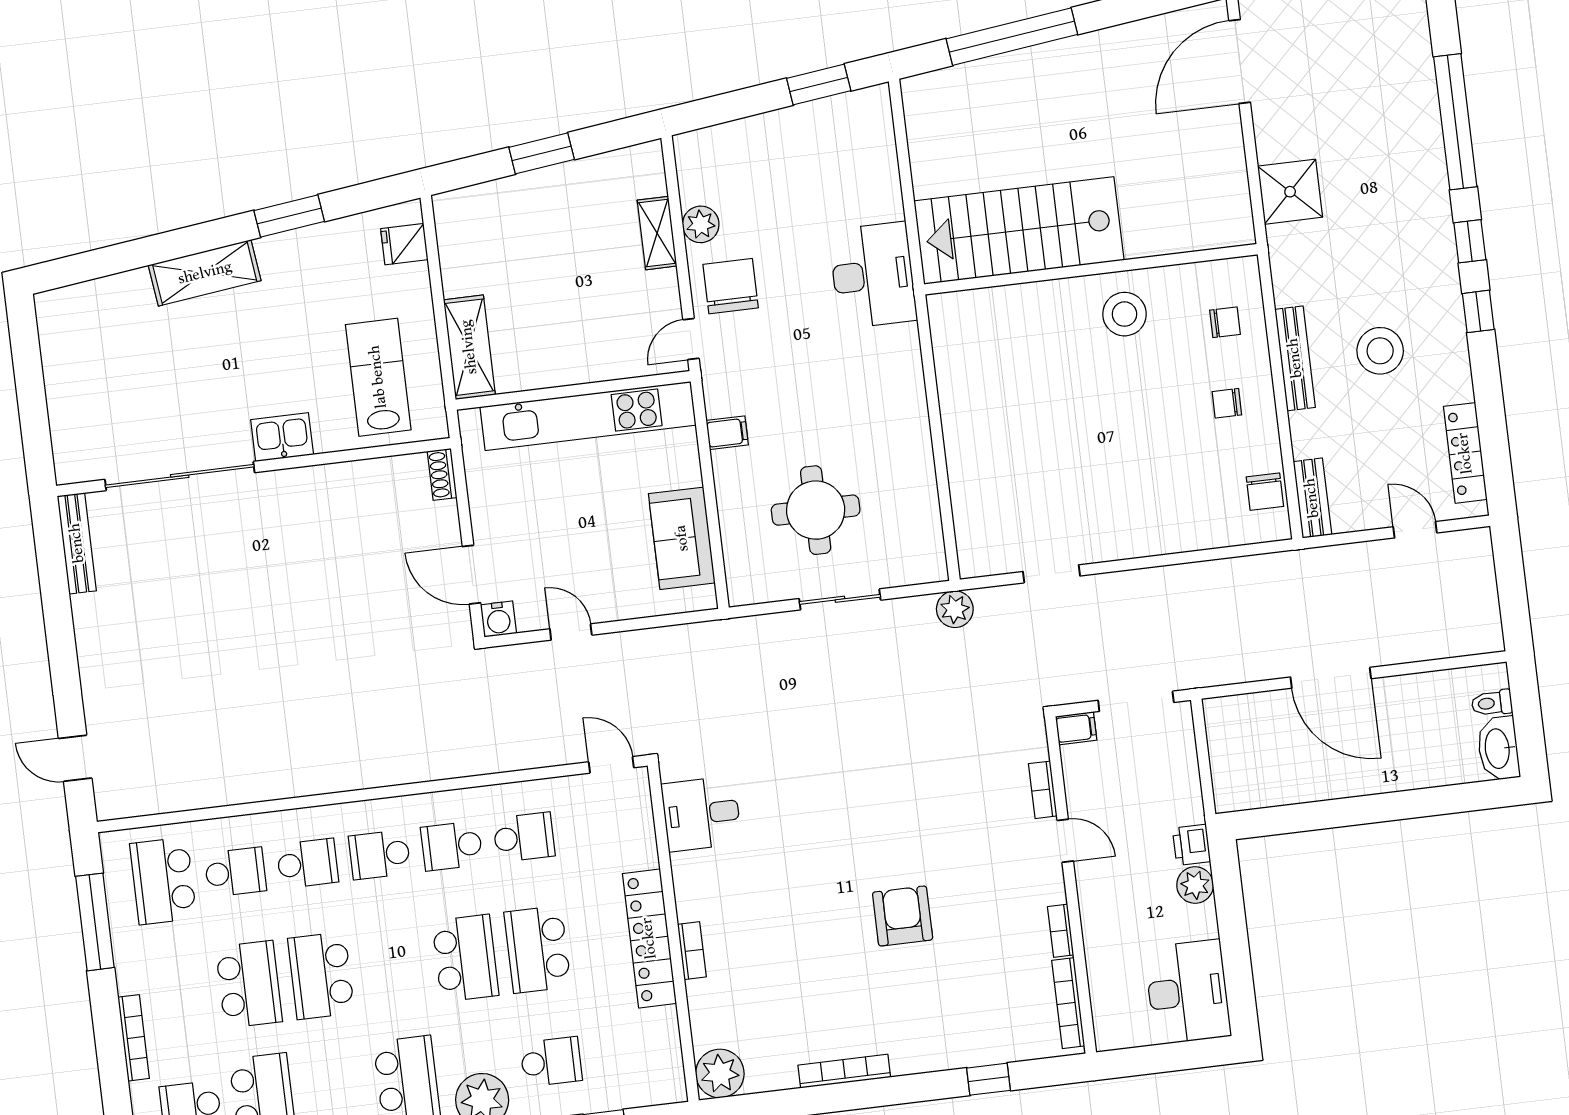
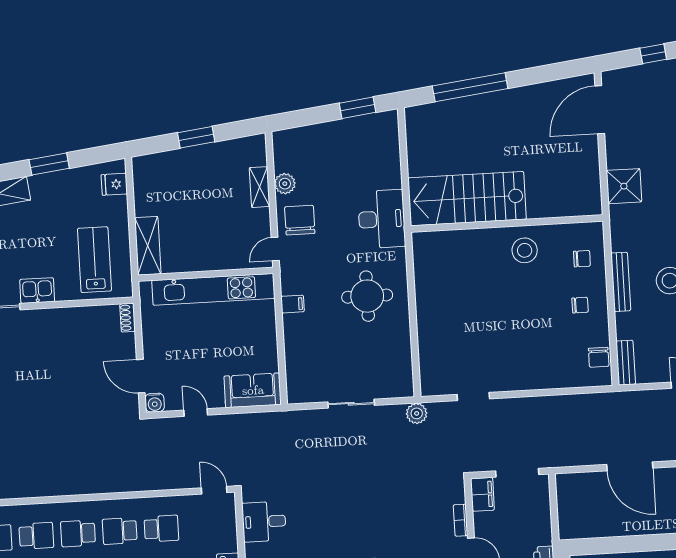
chair: (1227, 403) -> (580, 305), turned 180
round table: (816, 510) -> (367, 296), moved
sofa: (682, 538) -> (253, 390), moved, turned 90
filing cabinet: (1076, 728) -> (482, 494), width x2.00

